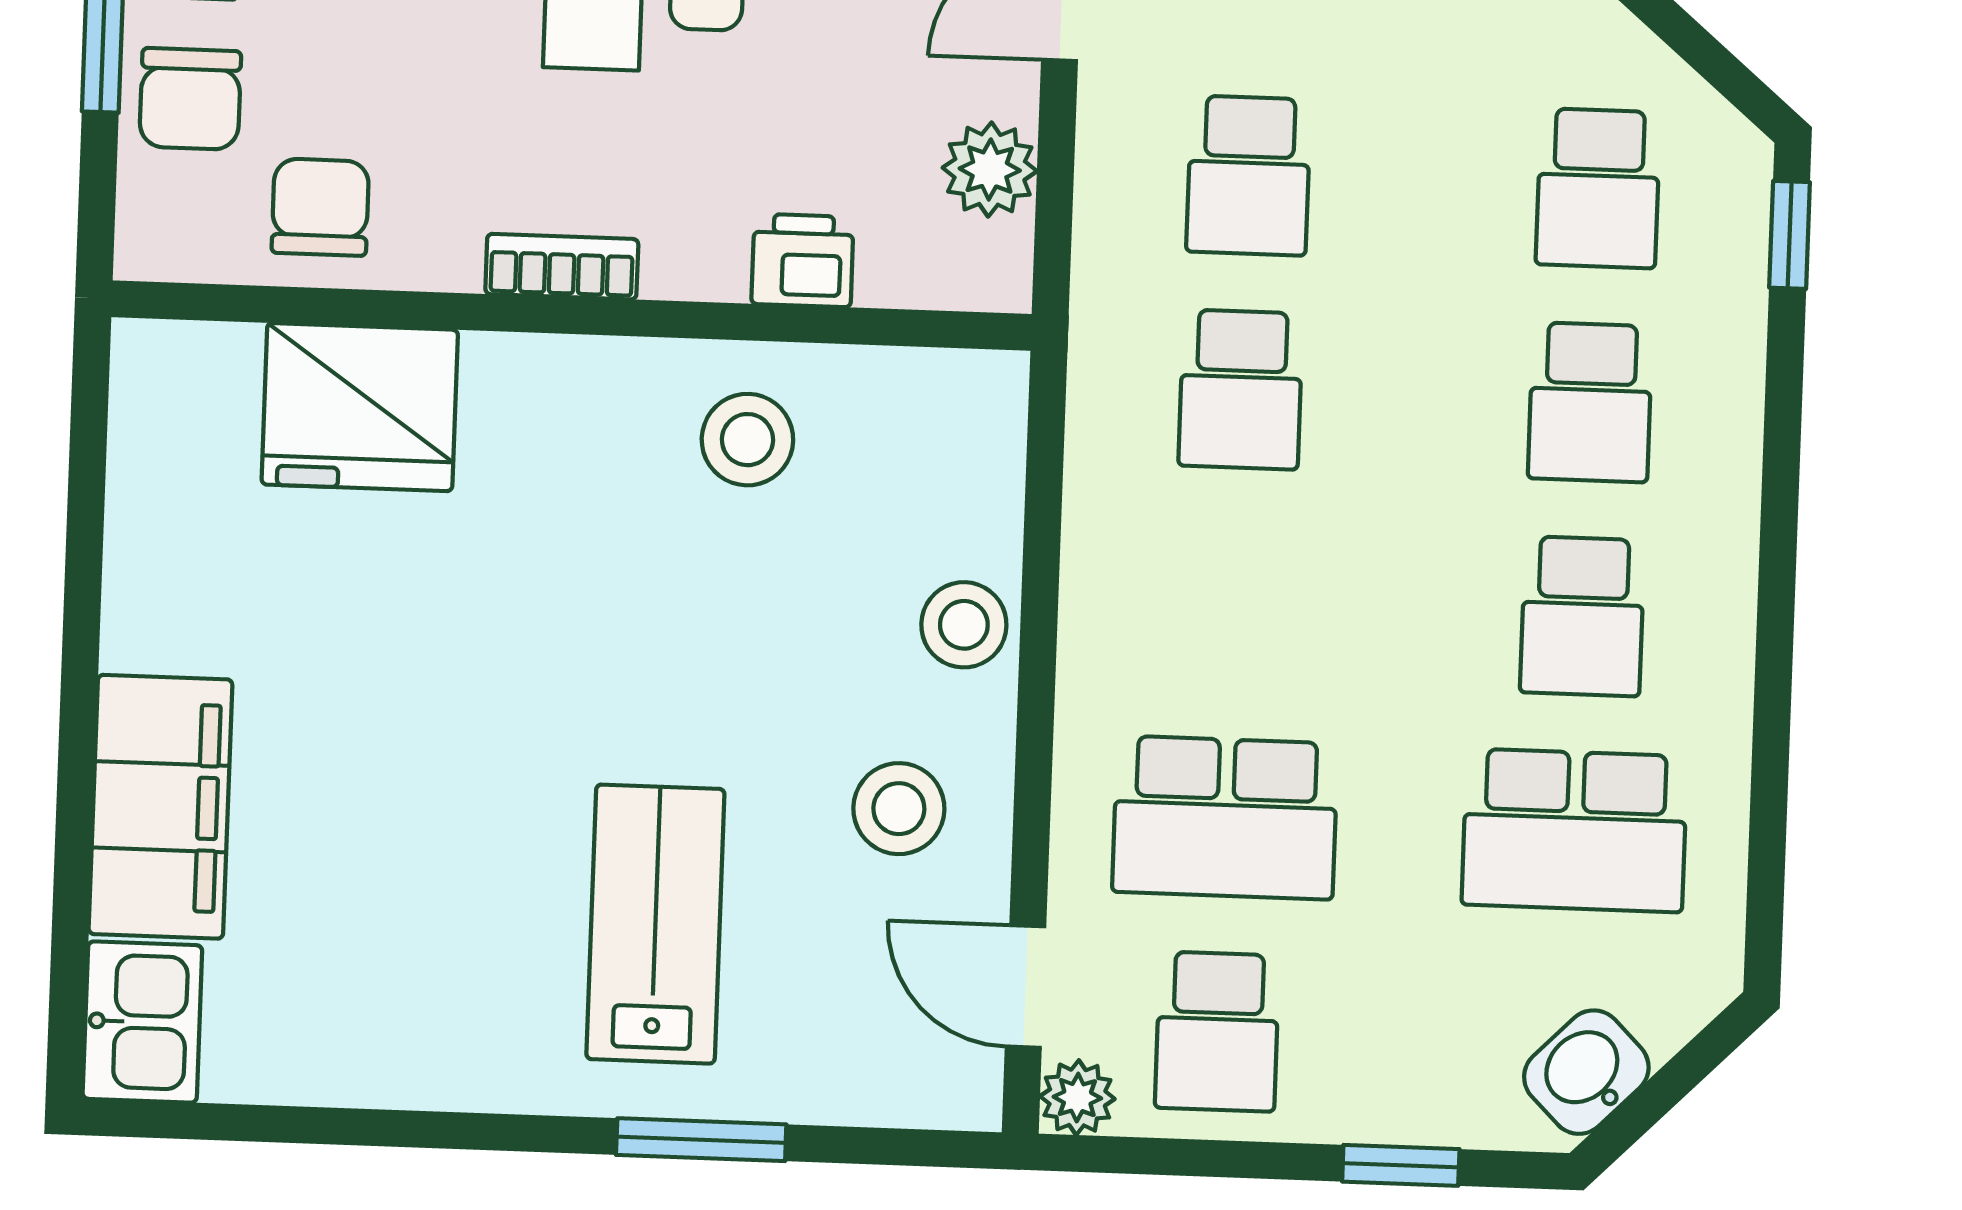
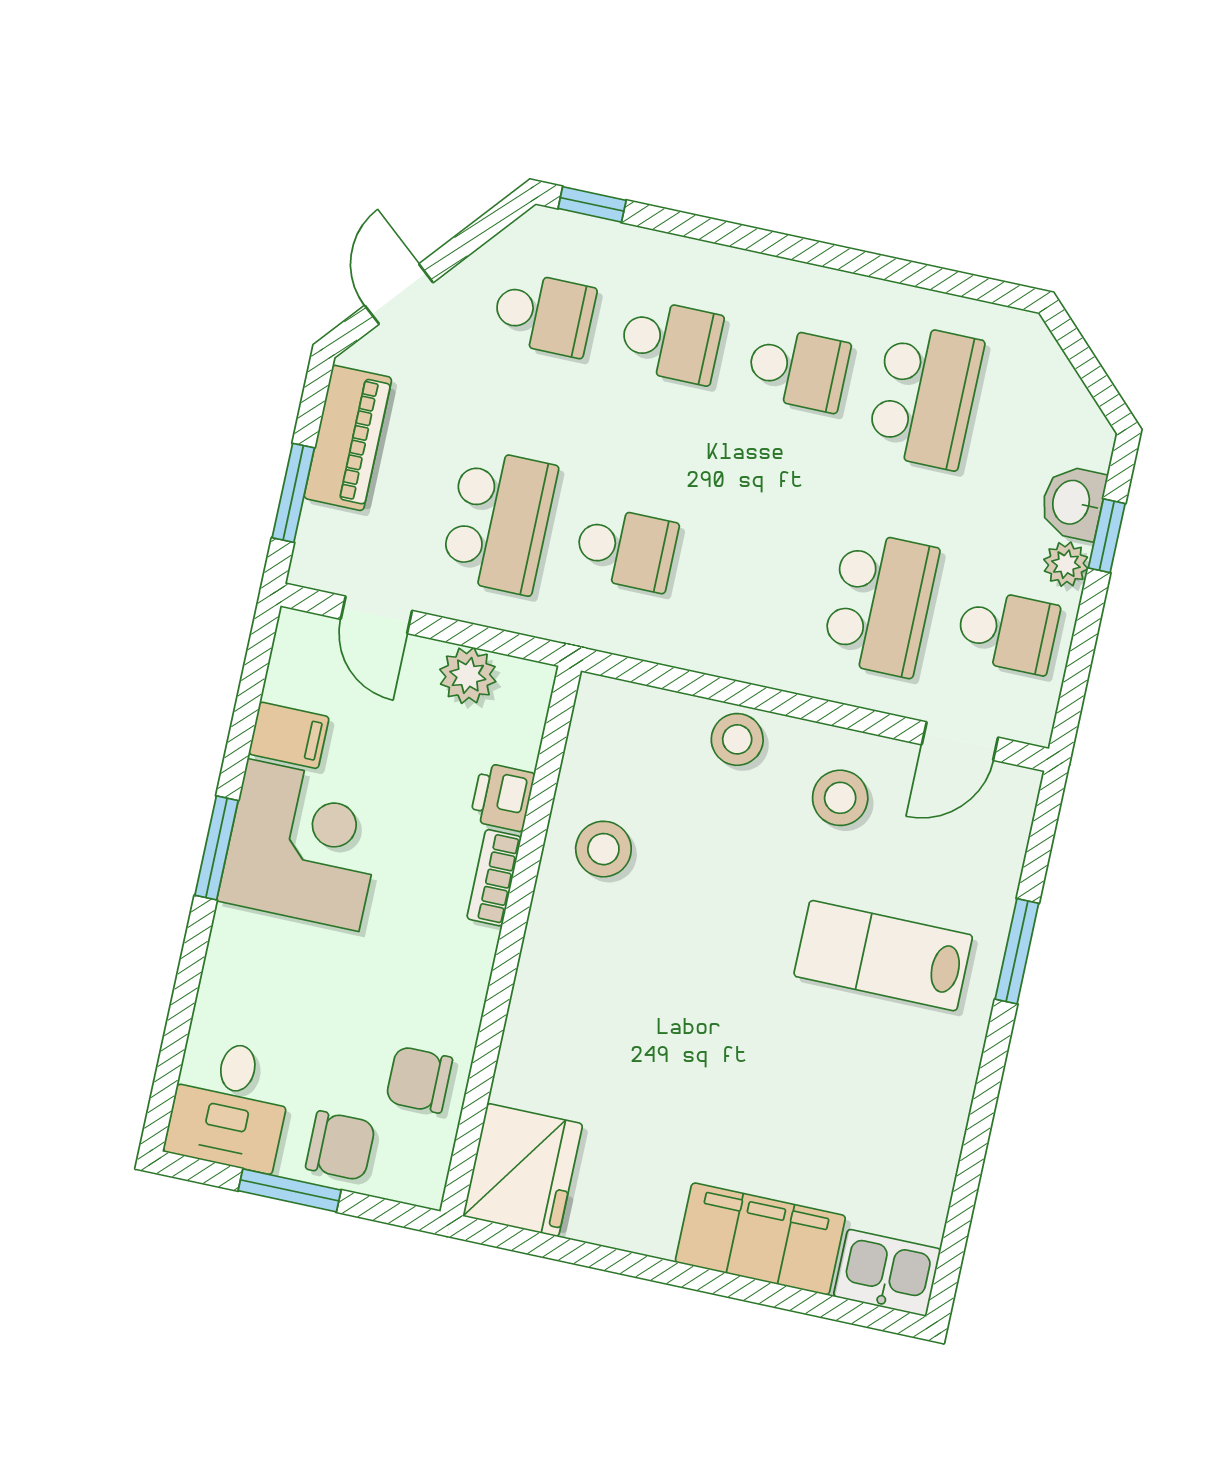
school desk: (1249, 175) -> (499, 521), width x1.85
bookcase: (562, 267) -> (494, 878), moved
fridge: (360, 407) -> (523, 1170), moved
washbasin: (1586, 1072) -> (1073, 503), moved, turned 45
plant: (1077, 1098) -> (1066, 564), moved

